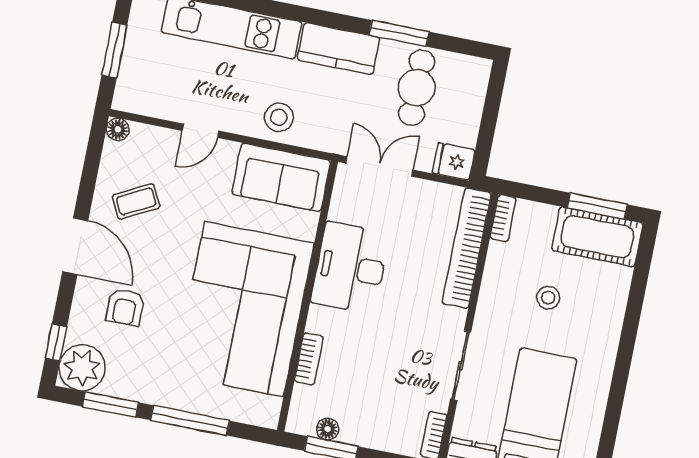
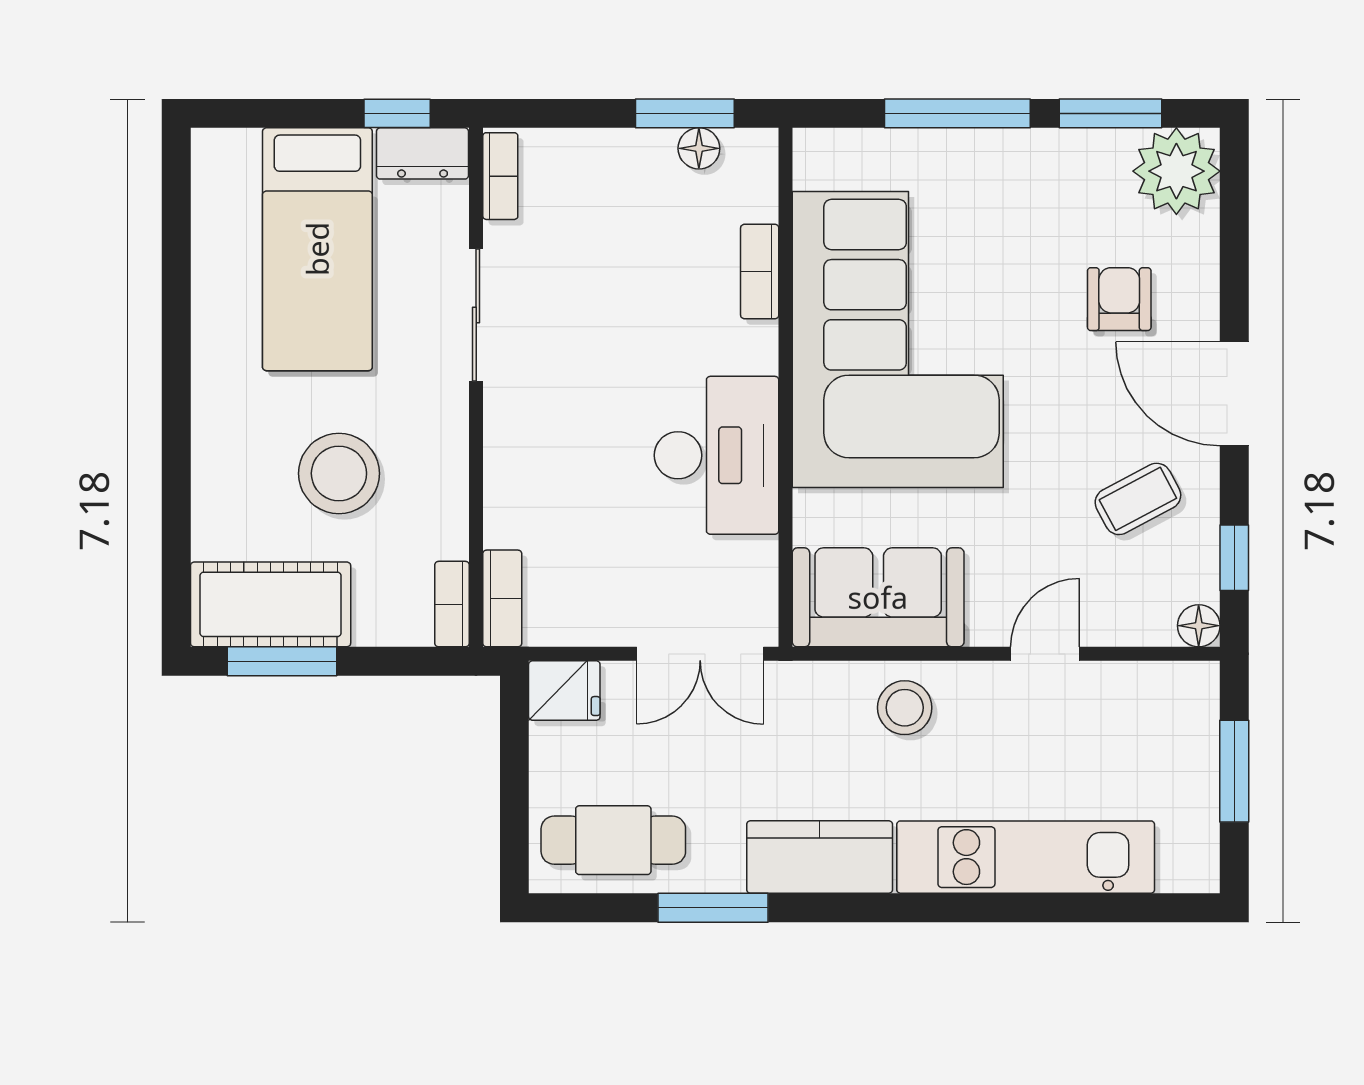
cafe table: (417, 88) -> (613, 840), moved, turned 90
bookcase: (467, 248) -> (502, 598), width x0.43, depth x0.76
stool: (548, 298) -> (339, 473), width x1.89, depth x1.89
window: (56, 342) -> (1234, 558), moved

